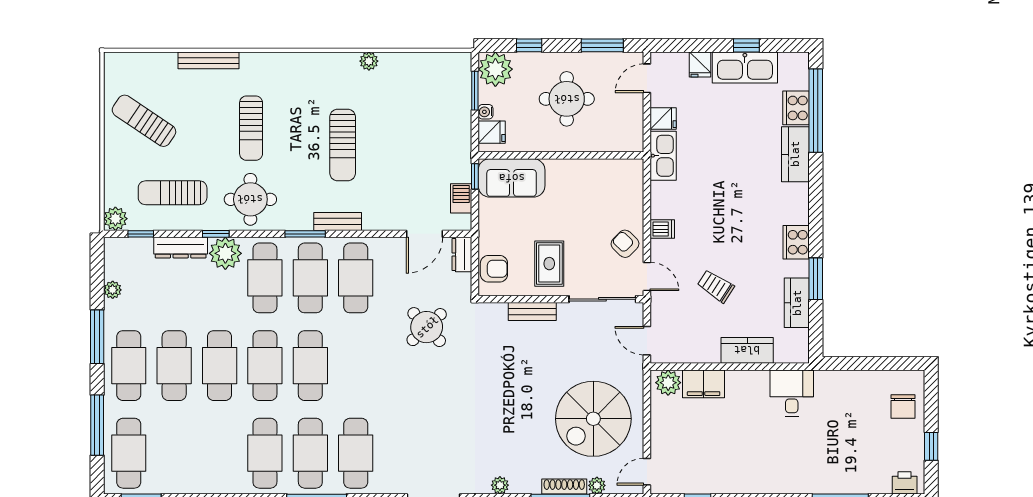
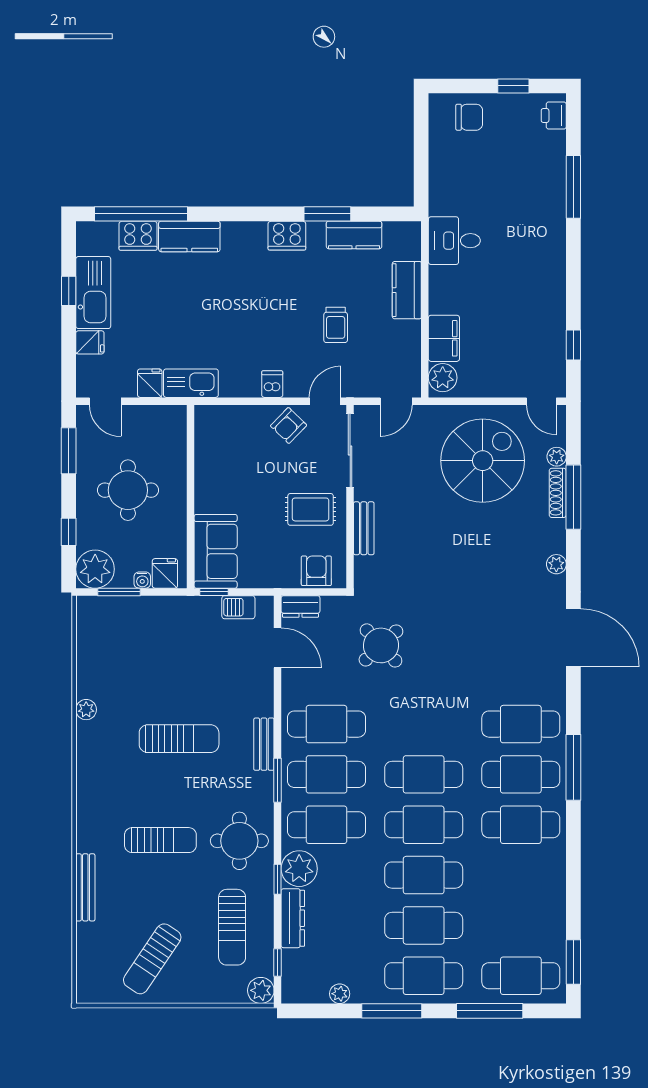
trolley: (716, 286) -> (336, 325), turned -33
spiral stairs: (593, 419) -> (483, 461), turned -90

